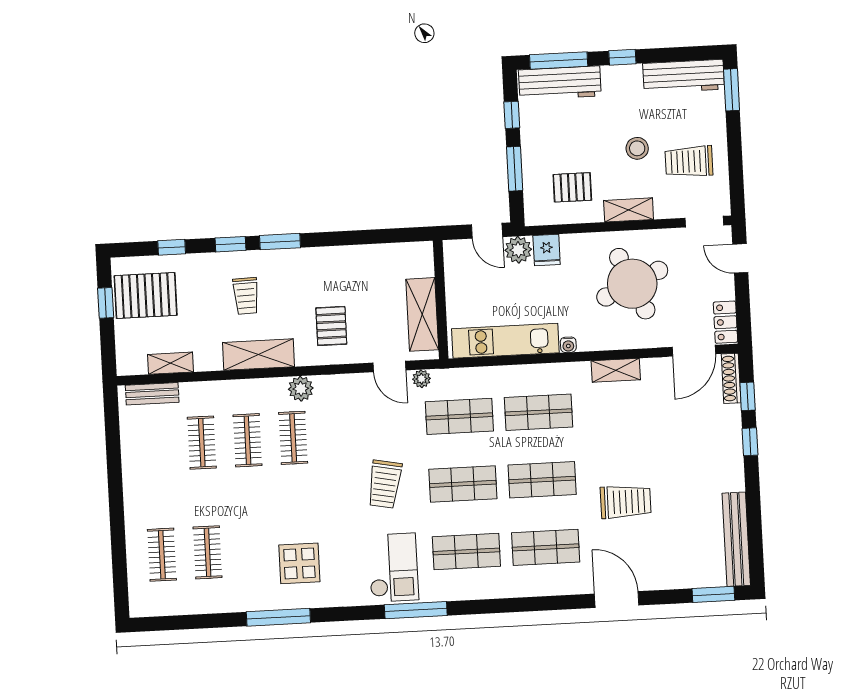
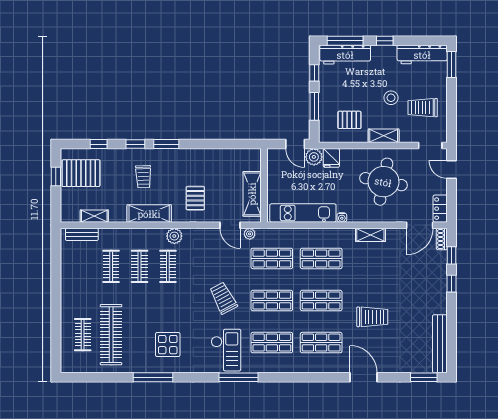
round table: (632, 284) -> (383, 182), turned 35
shoe rack: (731, 378) -> (442, 239), width x0.70
trolley: (385, 484) -> (223, 298), turned 141
clothes rail: (208, 552) -> (111, 335), width x1.86, depth x1.31

